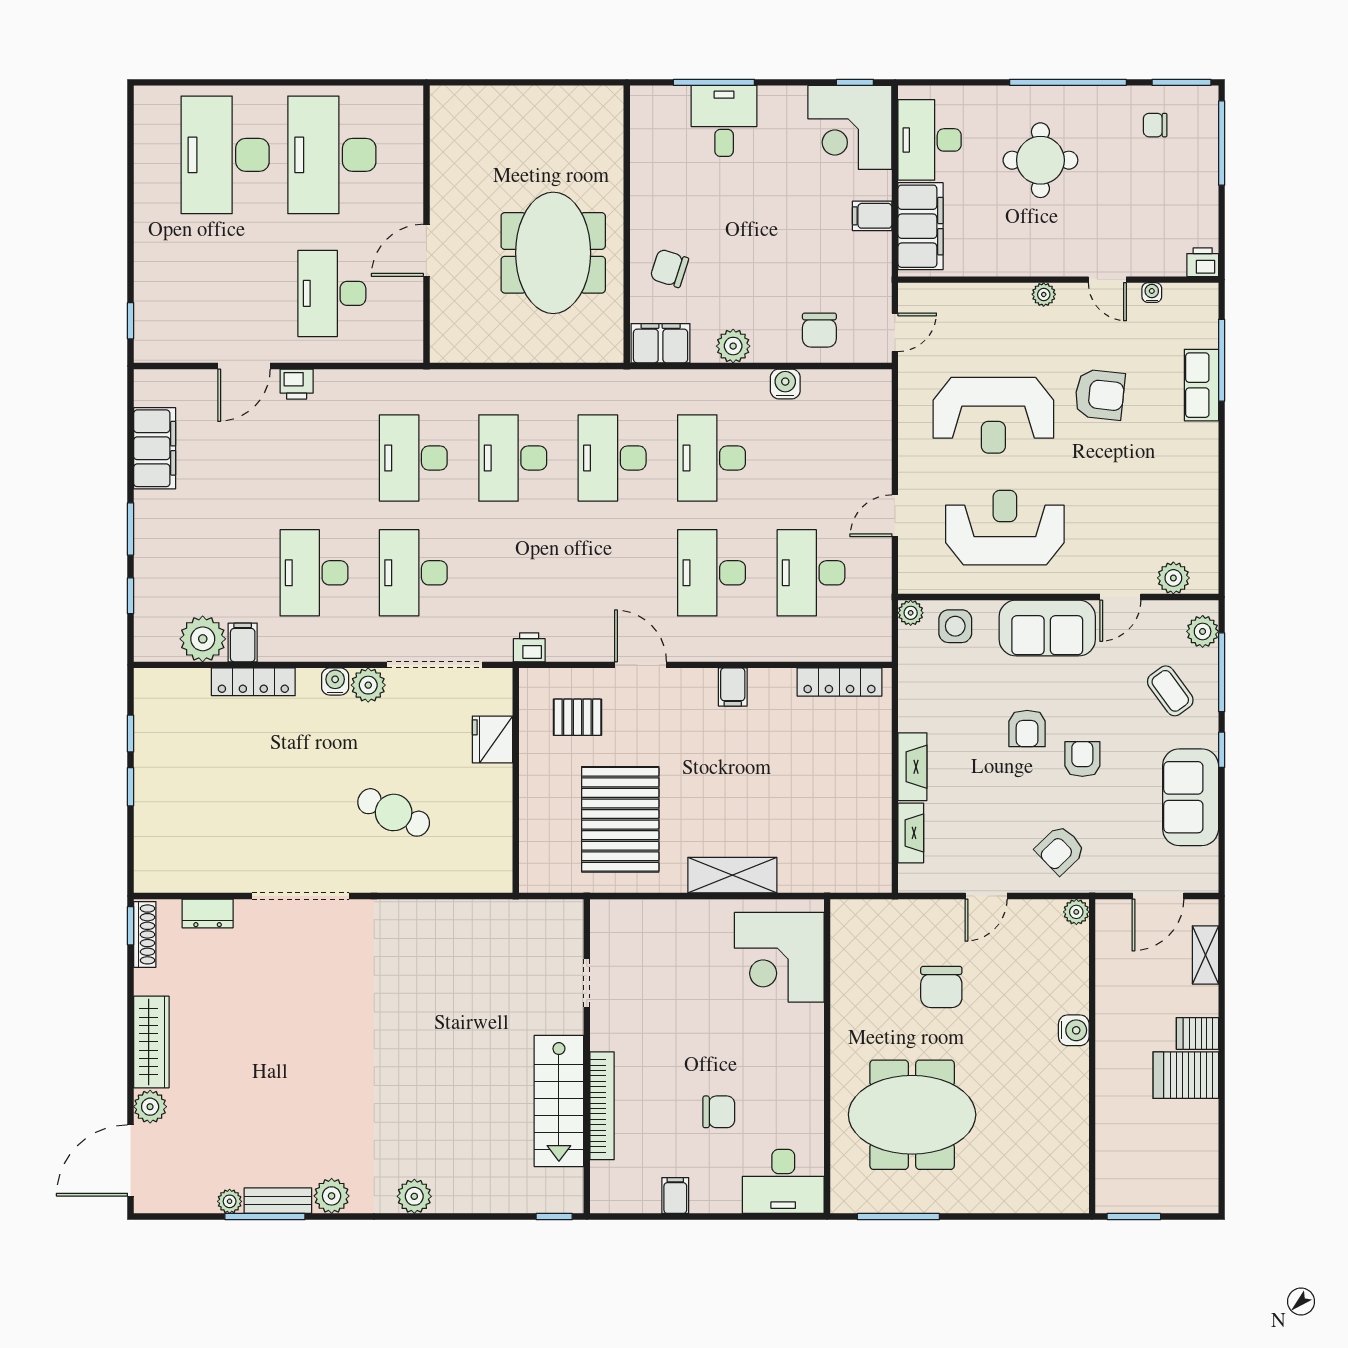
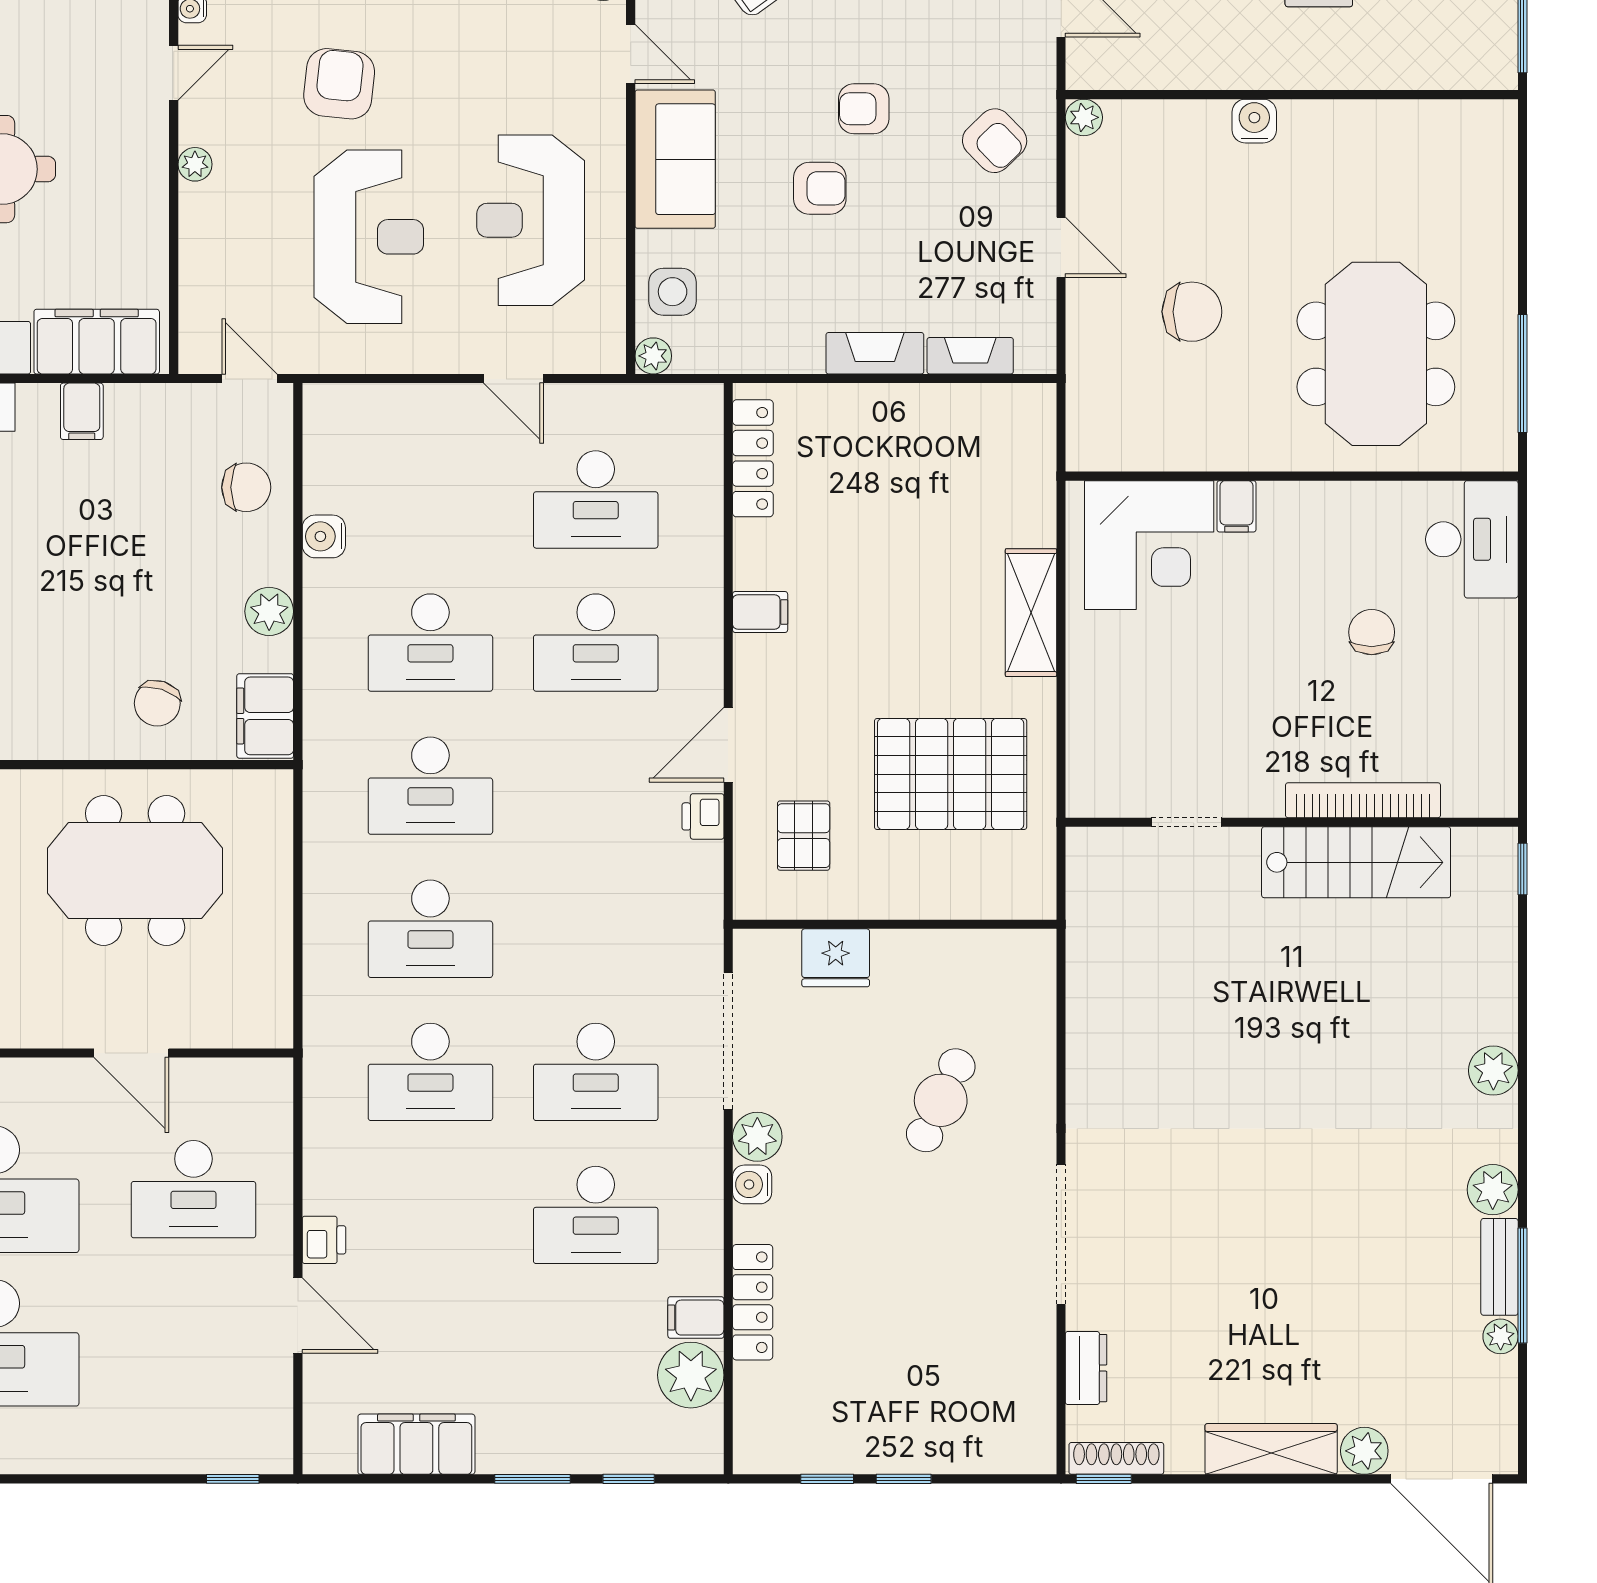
printer: (529, 647) -> (703, 816), moved
filing cabinet: (675, 1196) -> (1237, 506), moved, turned -90

